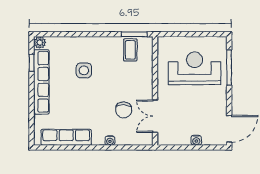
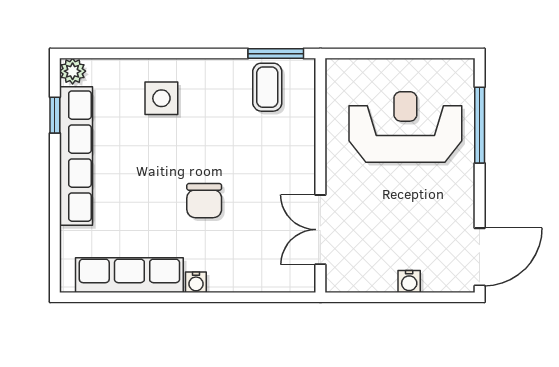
side table: (84, 70) -> (161, 98), moved
chair: (124, 110) -> (204, 201), moved
water cooler: (110, 141) -> (196, 282), moved

